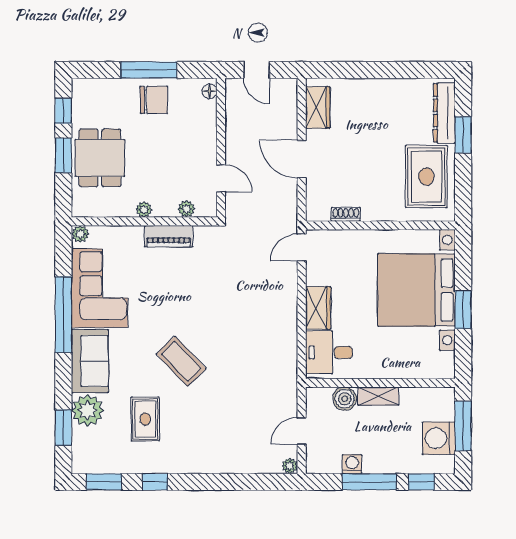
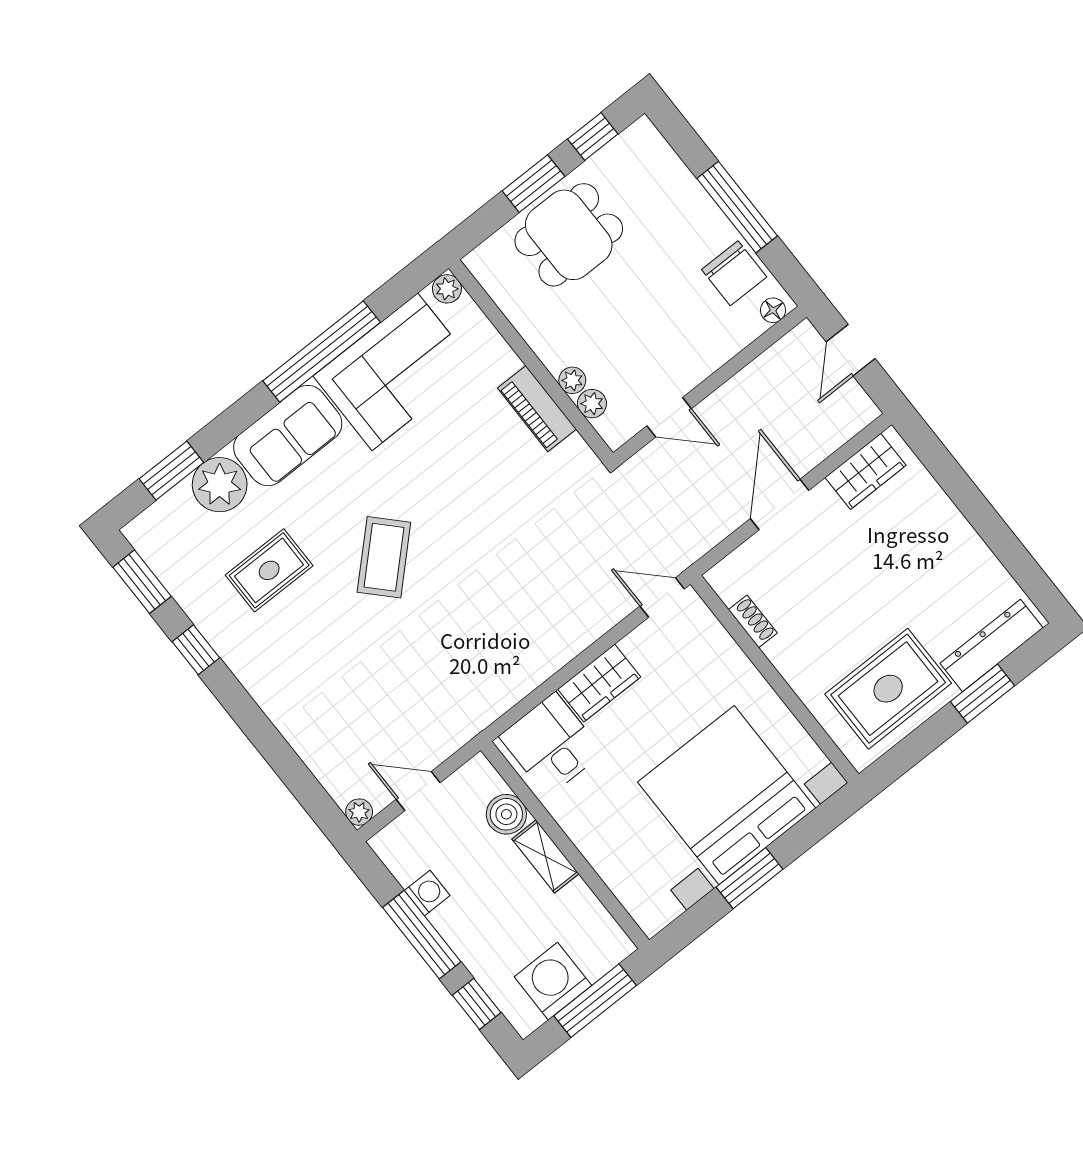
chair: (154, 100) -> (734, 273), moved
door: (221, 178) -> (669, 417), hinge flipped
plant: (144, 209) -> (572, 380), moved

